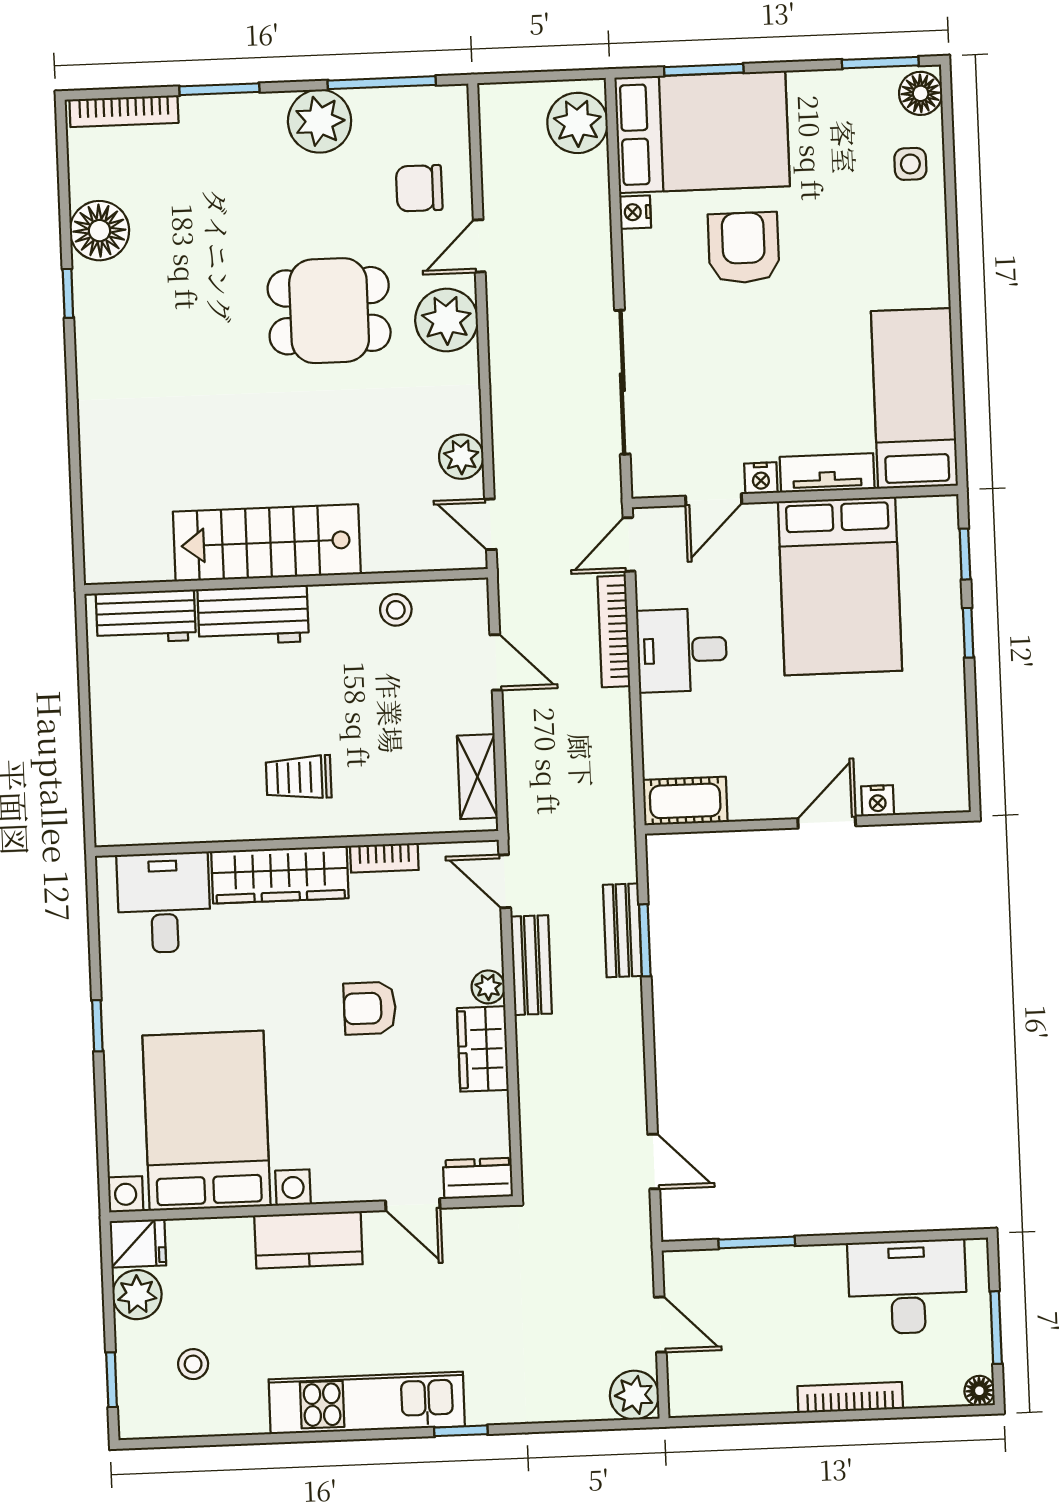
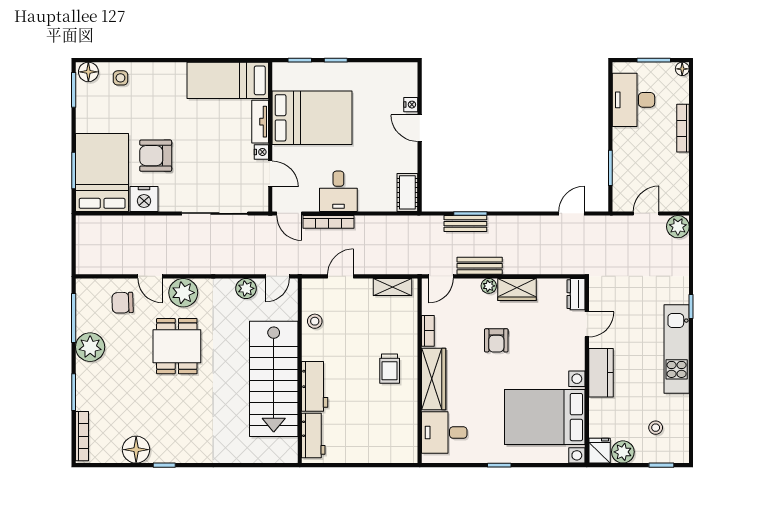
plant: (577, 123) -> (96, 229), removed
chair: (419, 188) -> (123, 303), turned 88
nightstand: (635, 212) -> (144, 199), width x1.89, depth x1.79
stairs: (267, 543) -> (274, 379), width x1.36, depth x1.51

